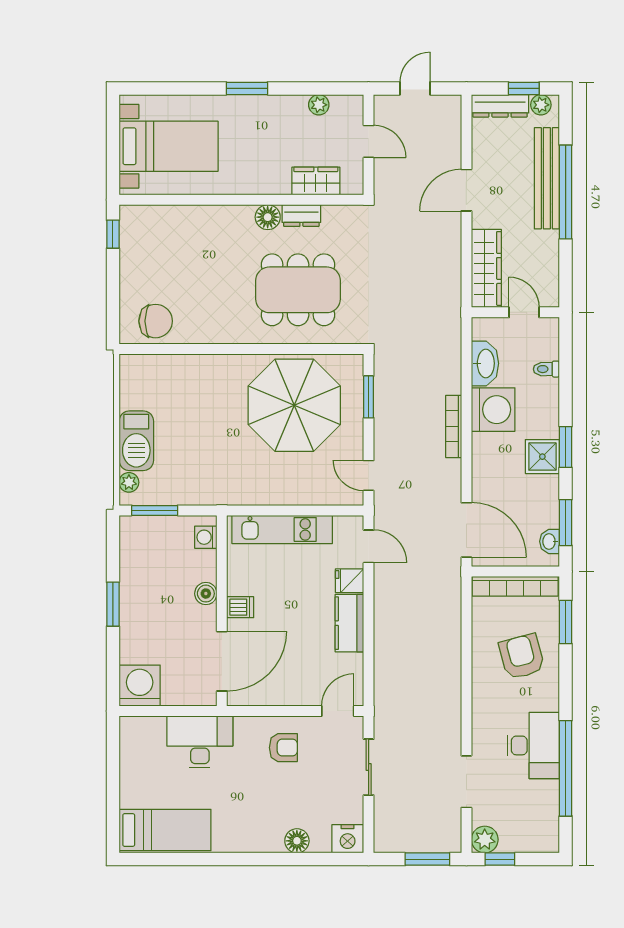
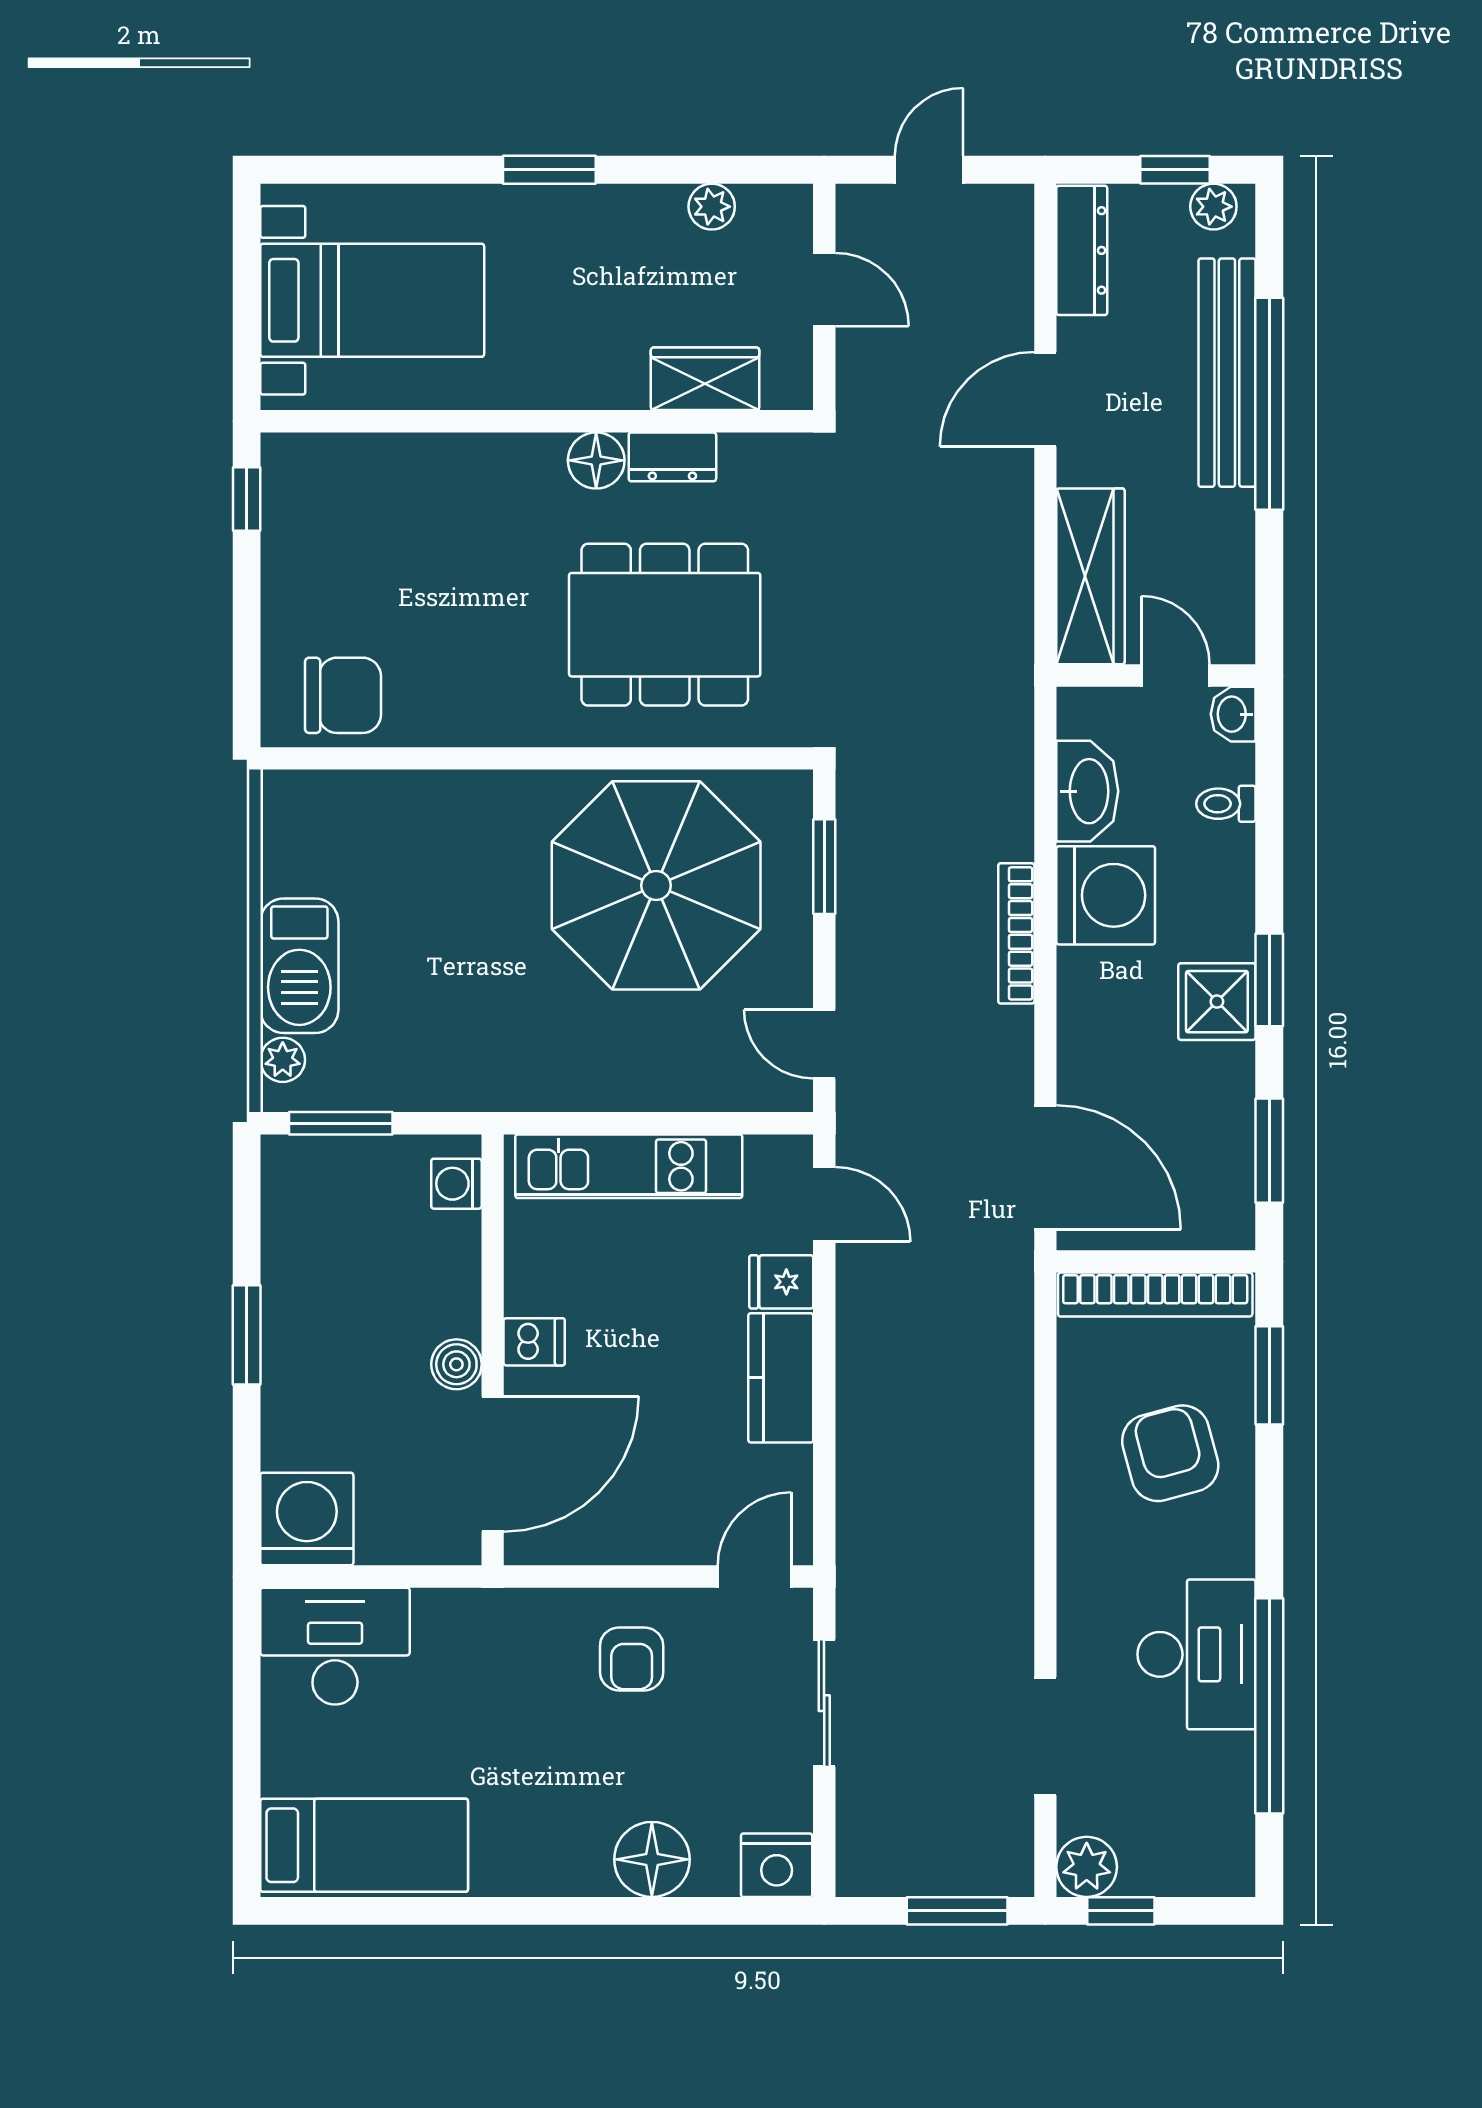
dresser: (500, 106) -> (1082, 250), moved, turned -90
washbasin: (550, 541) -> (1233, 714), moved
boiler: (206, 594) -> (456, 1364), moved
desk: (200, 742) -> (335, 1646), moved
armchair: (283, 748) -> (632, 1659), turned 90
floor lamp: (297, 841) -> (652, 1859), width x1.38, depth x1.38

